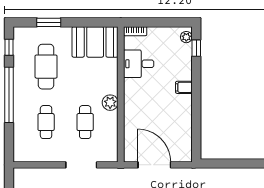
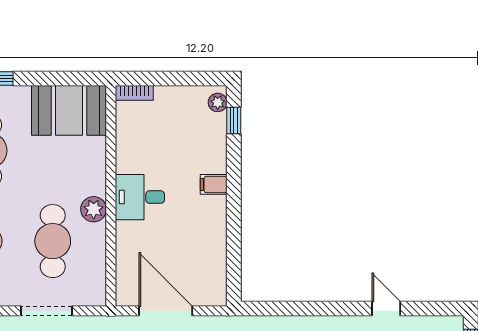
desk: (139, 64) -> (140, 197), moved
cafe table: (85, 122) -> (53, 241), width x1.37, depth x1.35

